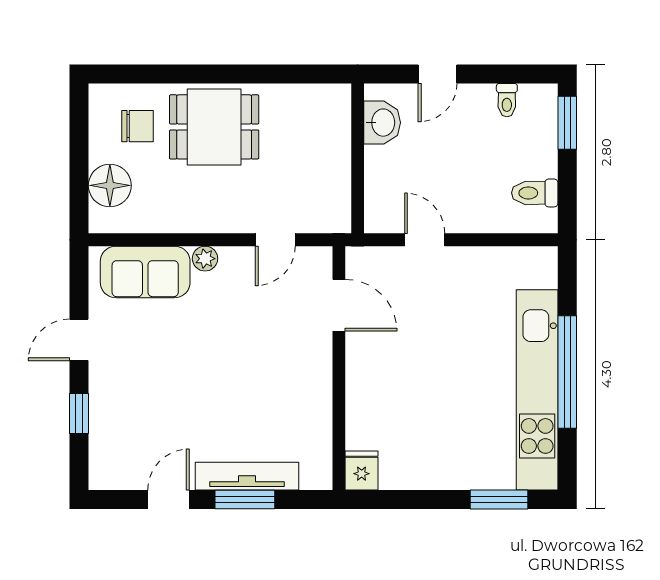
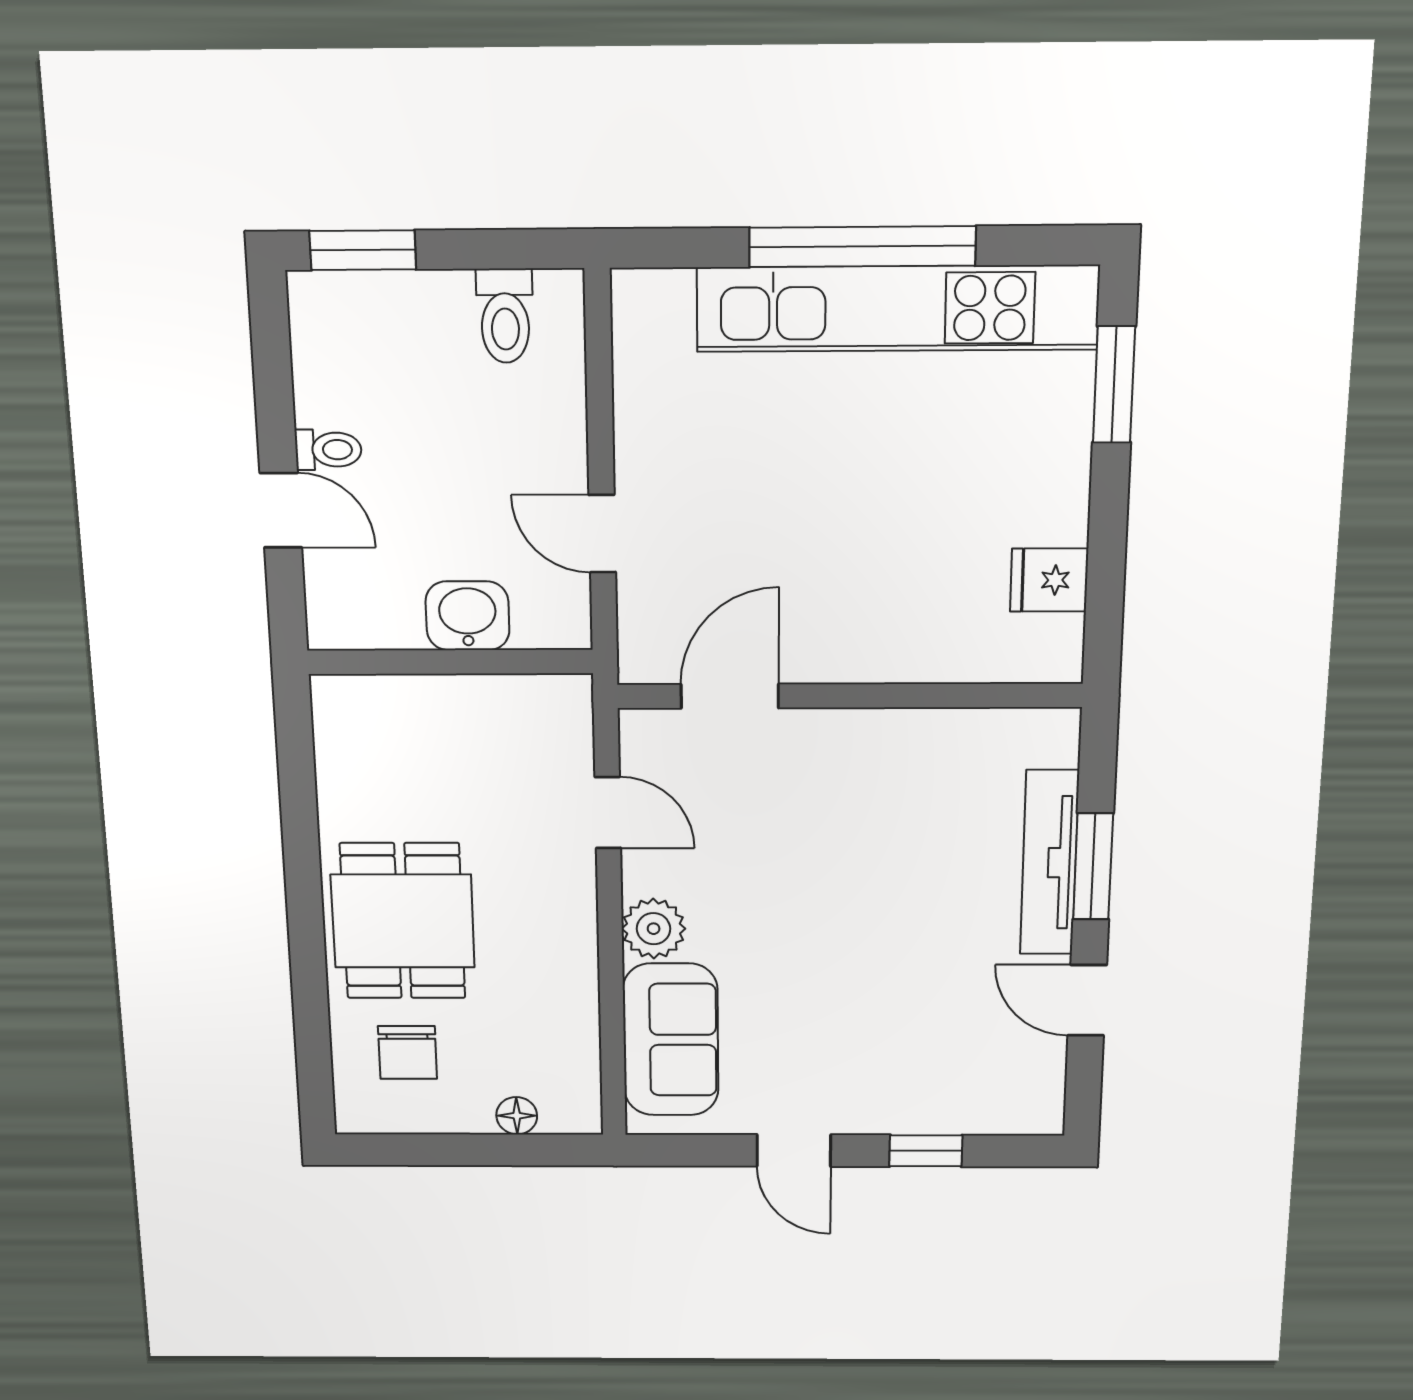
toilet: (507, 100) -> (328, 450), moved
washbasin: (382, 123) -> (468, 616), moved
chair: (138, 126) -> (408, 1052), turned 180
floor lamp: (110, 185) -> (517, 1116), width x0.53, depth x0.53
door: (425, 240) -> (602, 534), hinge flipped
plant: (205, 259) -> (654, 929), width x1.38, depth x1.38
fridge: (362, 470) -> (1049, 580), moved

